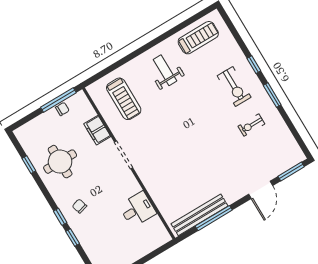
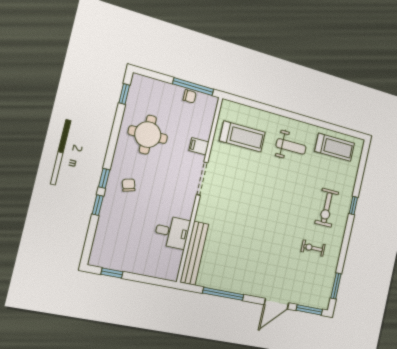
weight bench: (165, 70) -> (291, 146), turned 90
window: (272, 95) -> (336, 286), moved
treadmill: (124, 99) -> (242, 137), turned -90
filing cabinet: (97, 130) -> (199, 146), width x0.50
window: (29, 165) -> (124, 94), moved
bench: (199, 215) -> (194, 253), moved, turned 90

